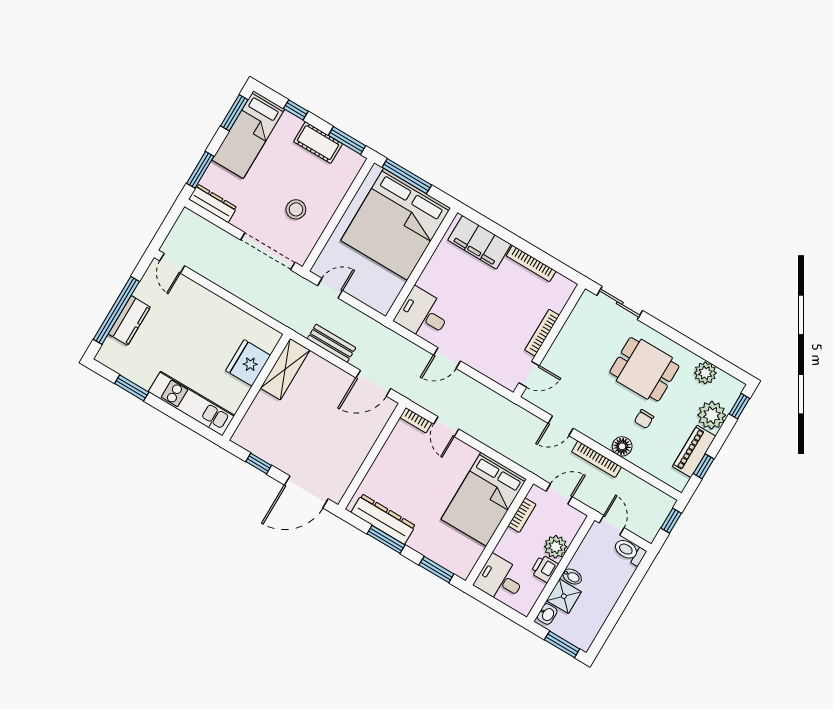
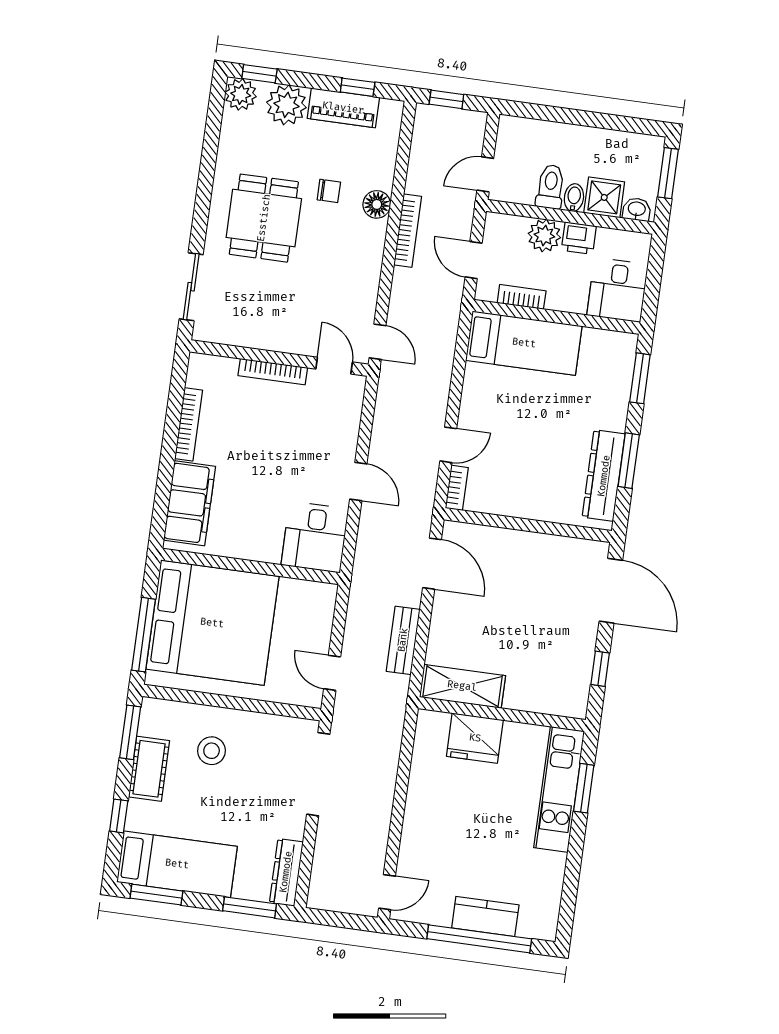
stool: (296, 209) -> (212, 751), moved
plant: (705, 373) -> (241, 94), moved
window: (132, 388) -> (584, 788), moved
door: (561, 426) -> (377, 342), moved
bed: (484, 499) -> (524, 343), width x0.67
toilet: (629, 551) -> (550, 187), moved, turned 180

